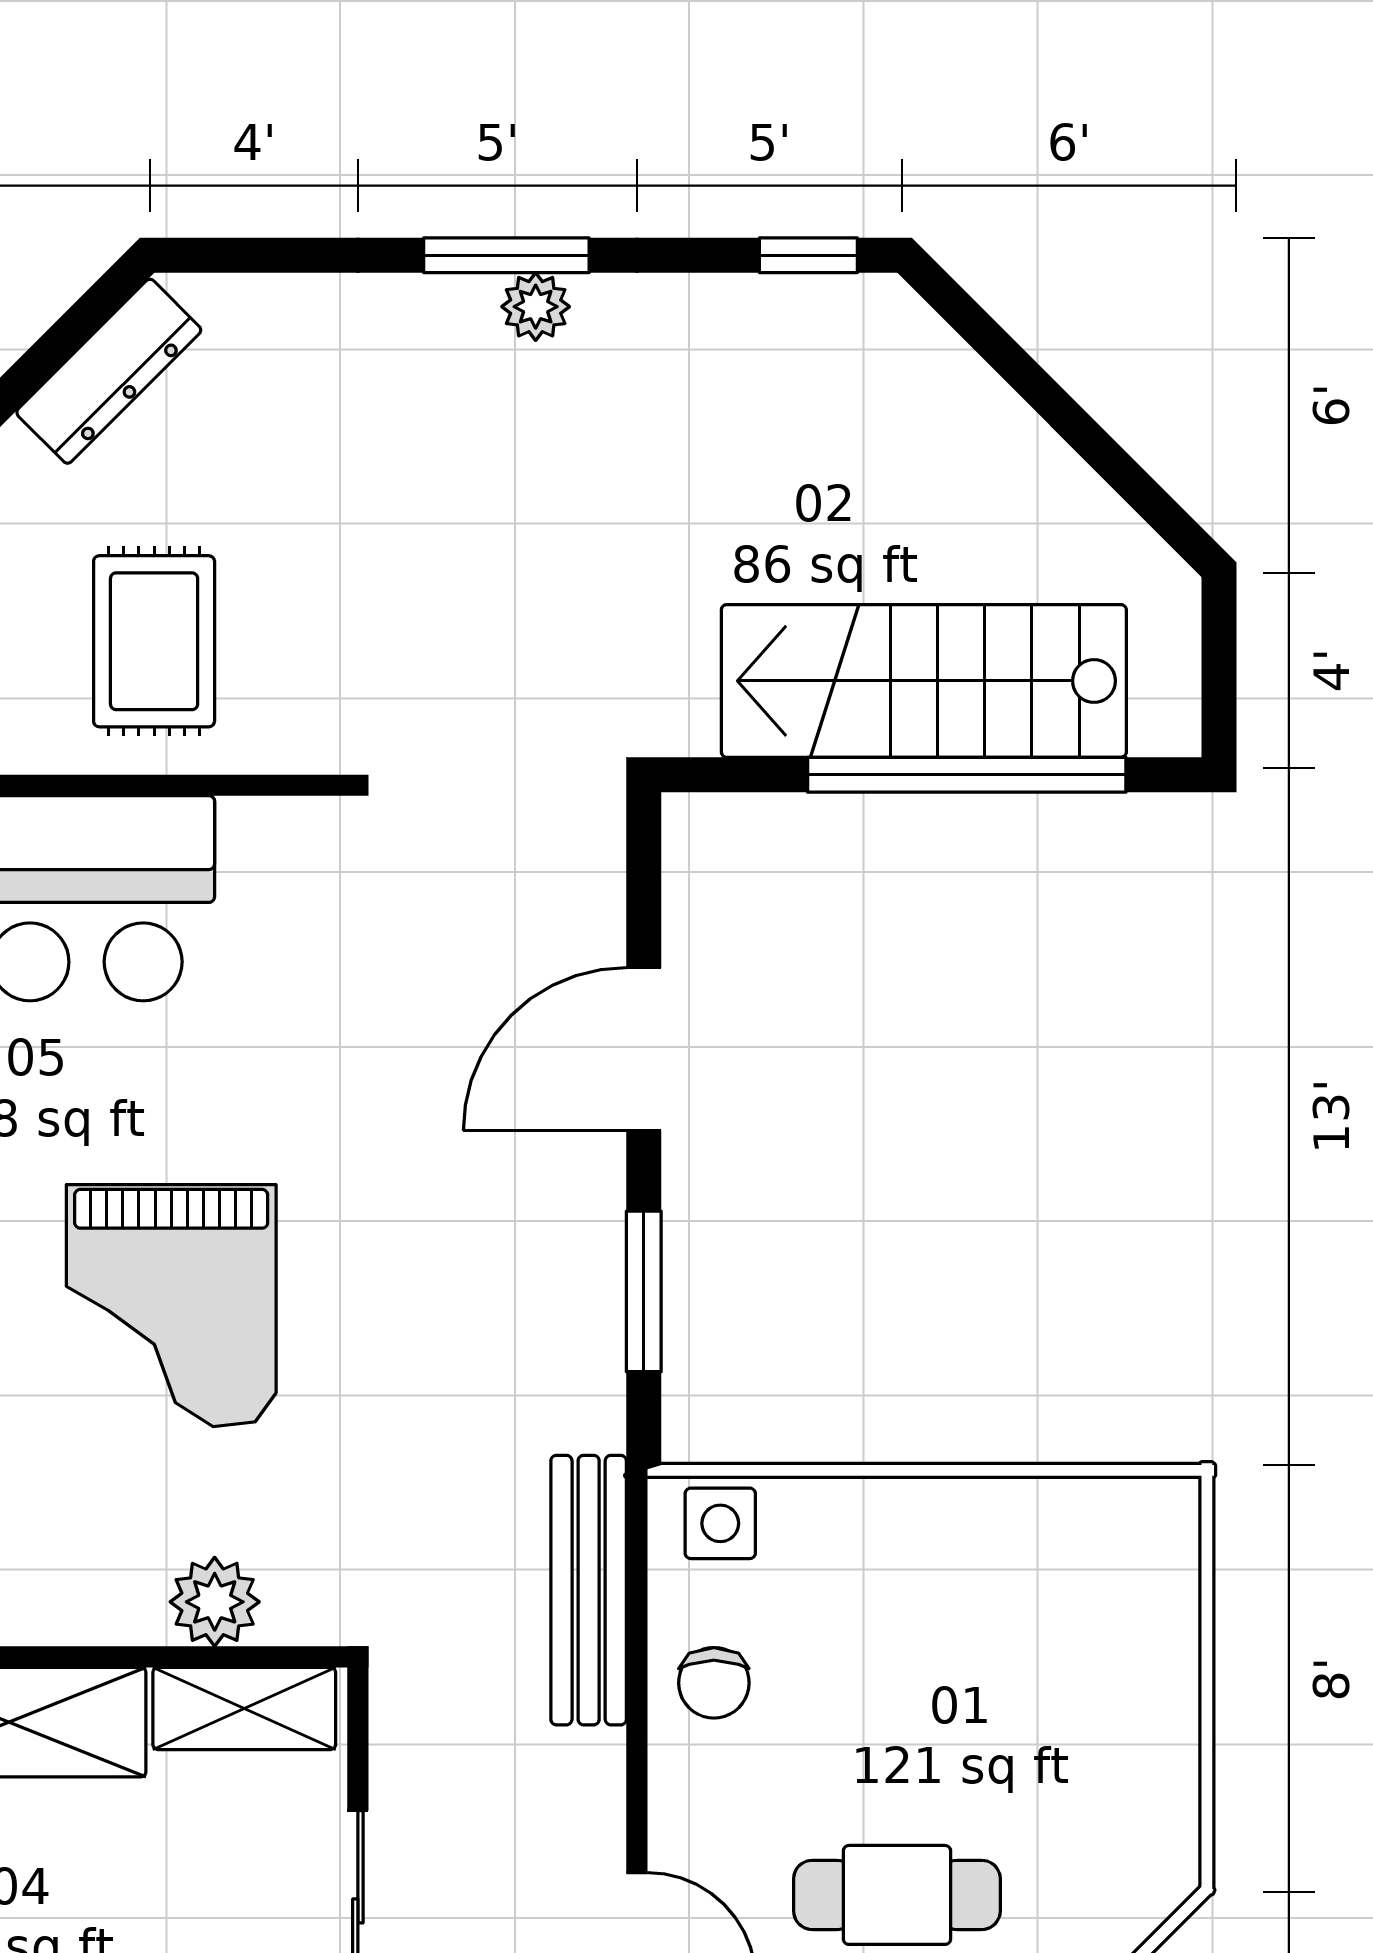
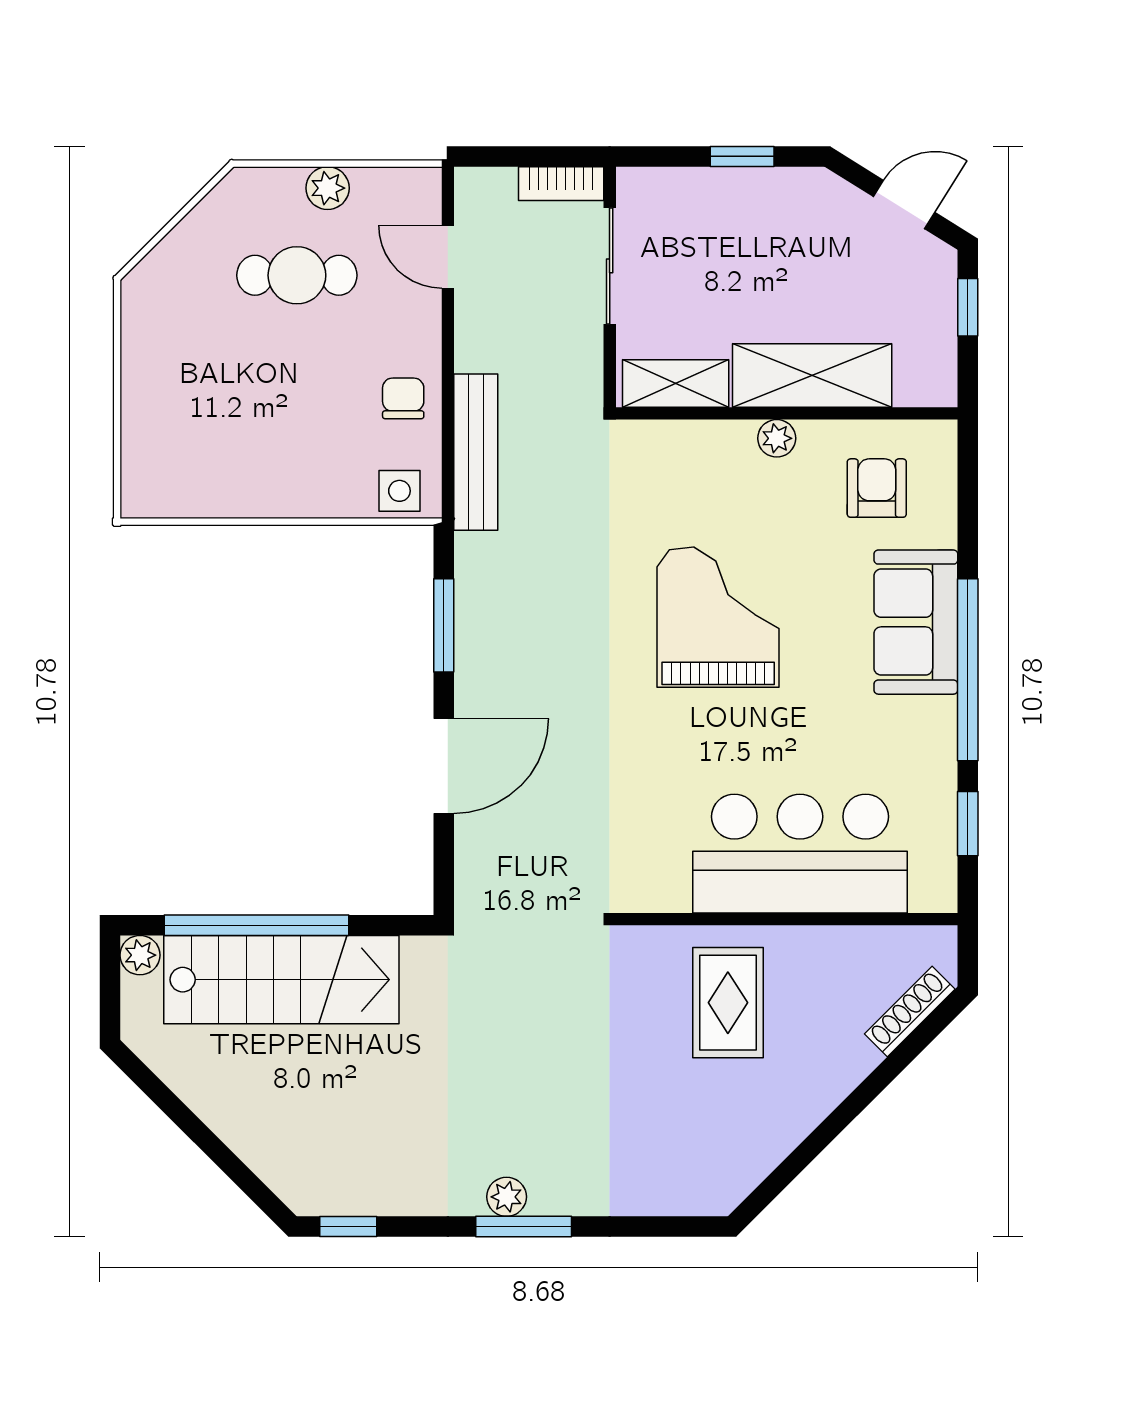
dresser: (109, 371) -> (754, 1159), removed
plant: (1167, 723) -> (140, 955), added
plant: (215, 1602) -> (777, 438), moved, width x0.73, depth x0.73

